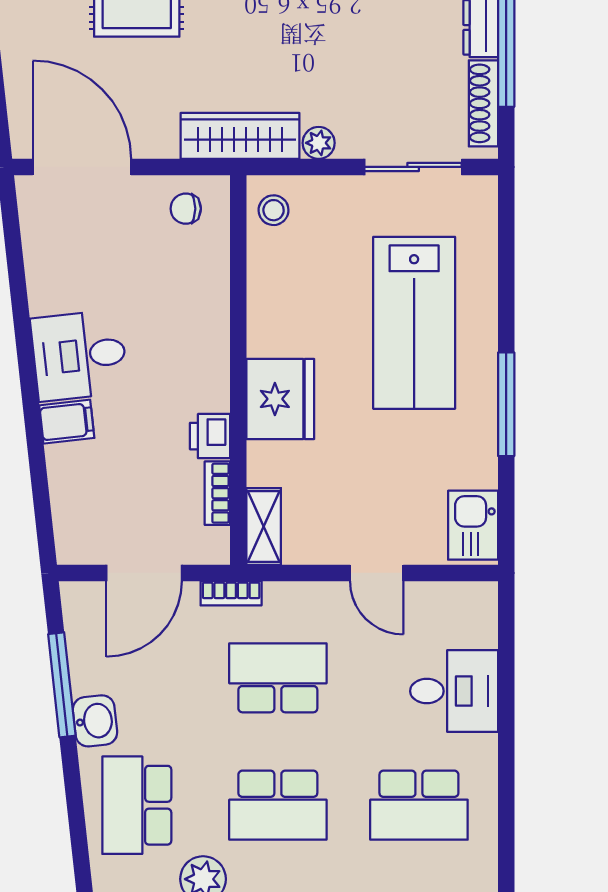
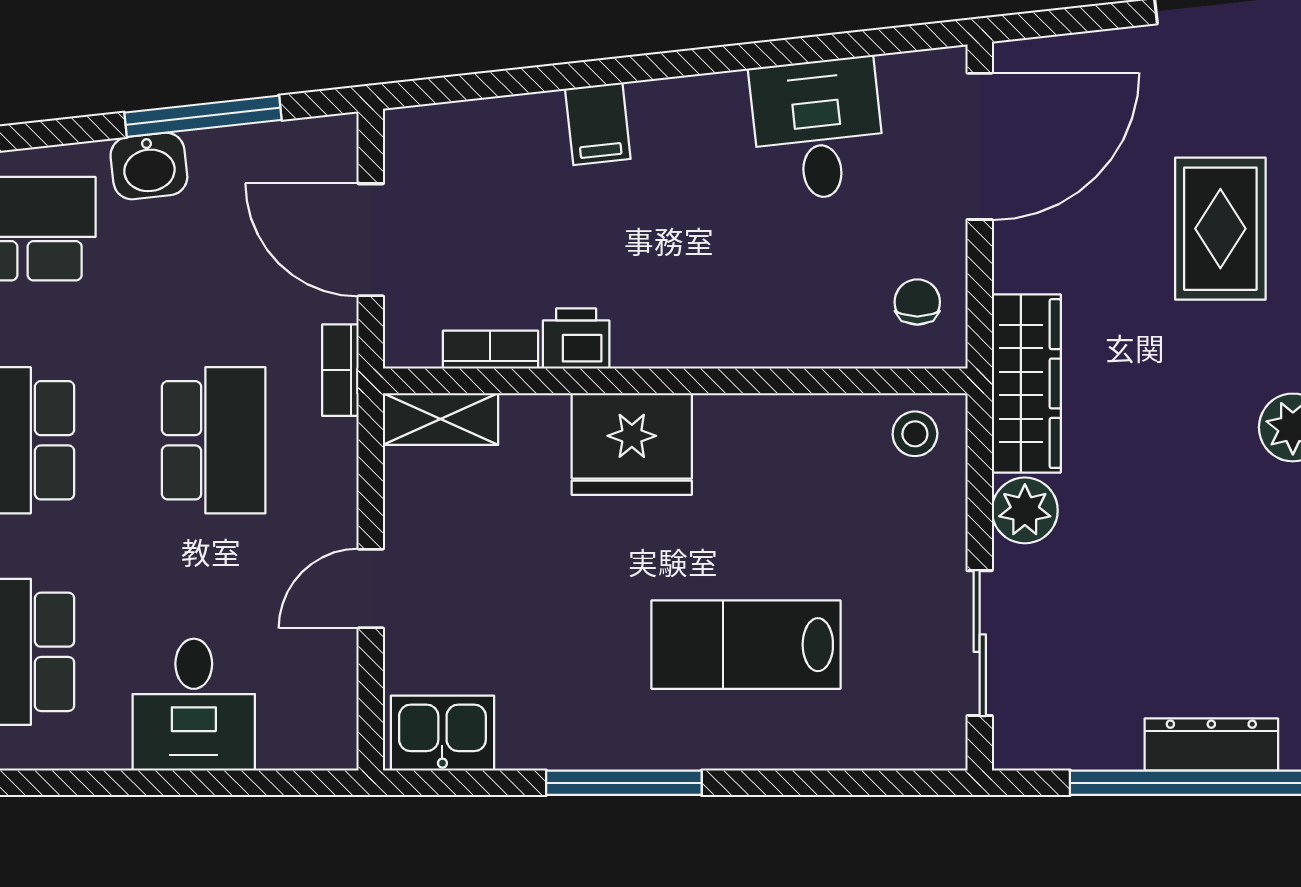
shoe rack: (483, 103) -> (1075, 749), removed
plant: (319, 143) -> (1025, 510), width x1.38, depth x1.38
lab bench: (414, 323) -> (746, 645), width x0.73, depth x0.72
desk: (79, 355) -> (818, 129), moved

